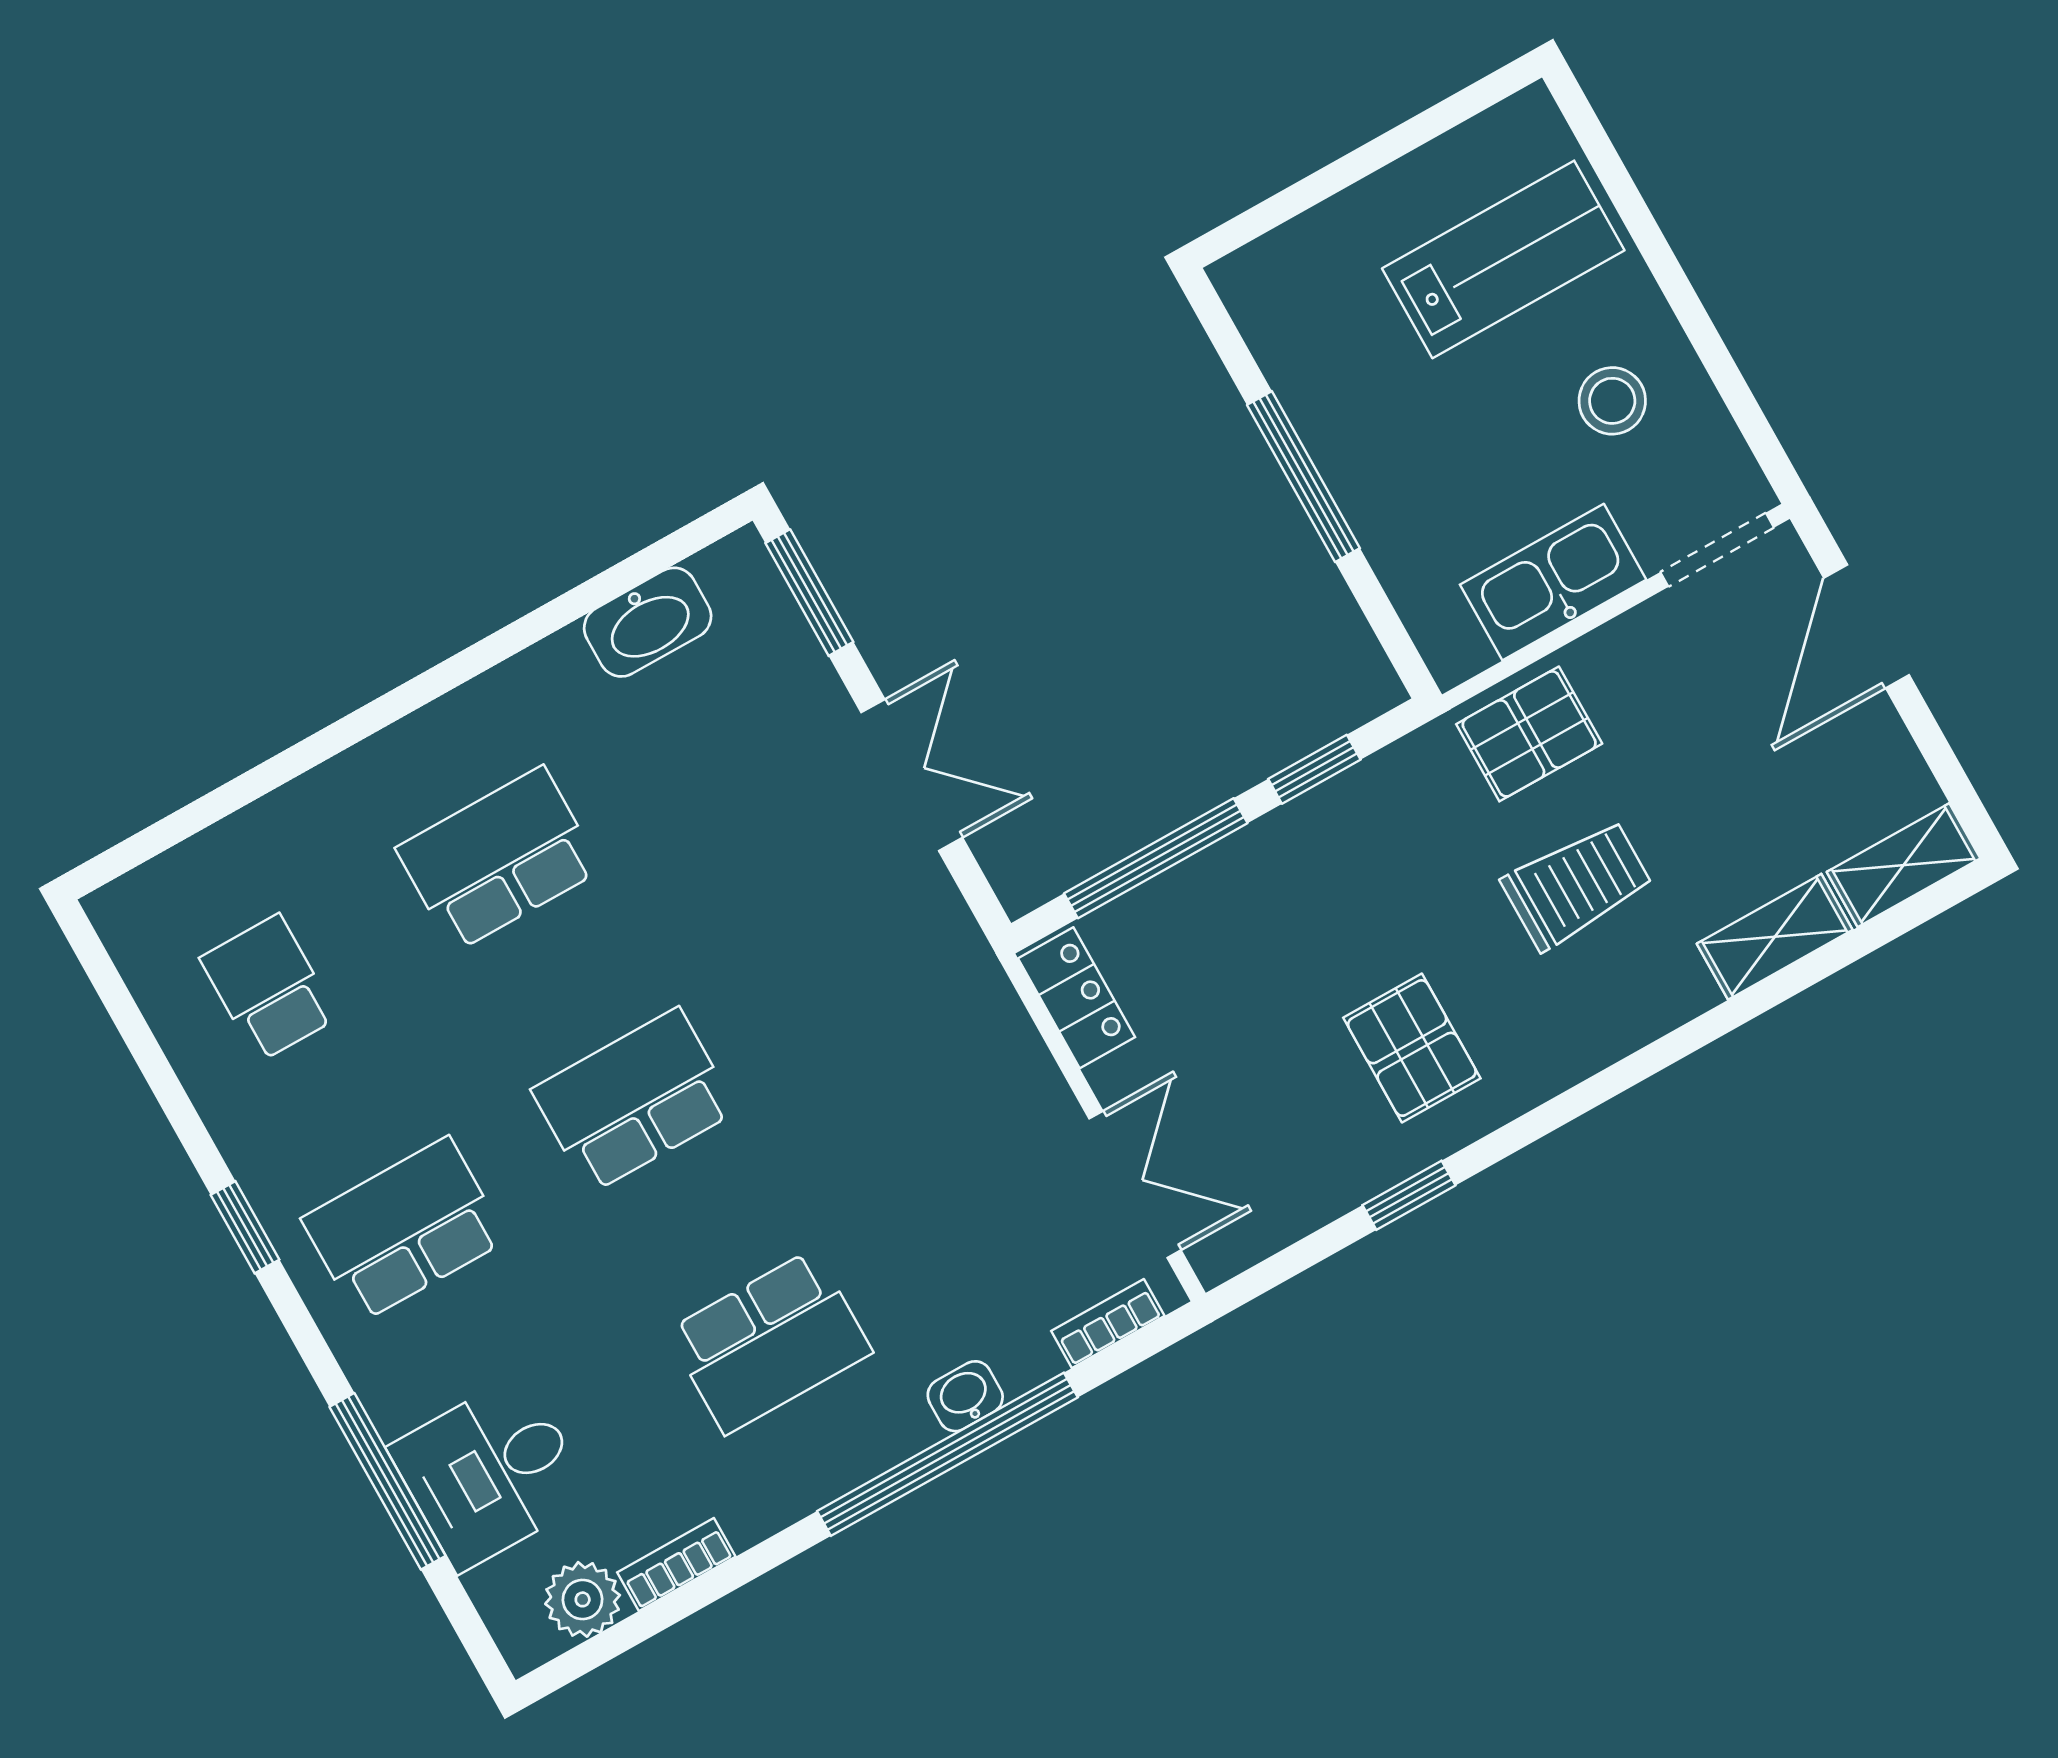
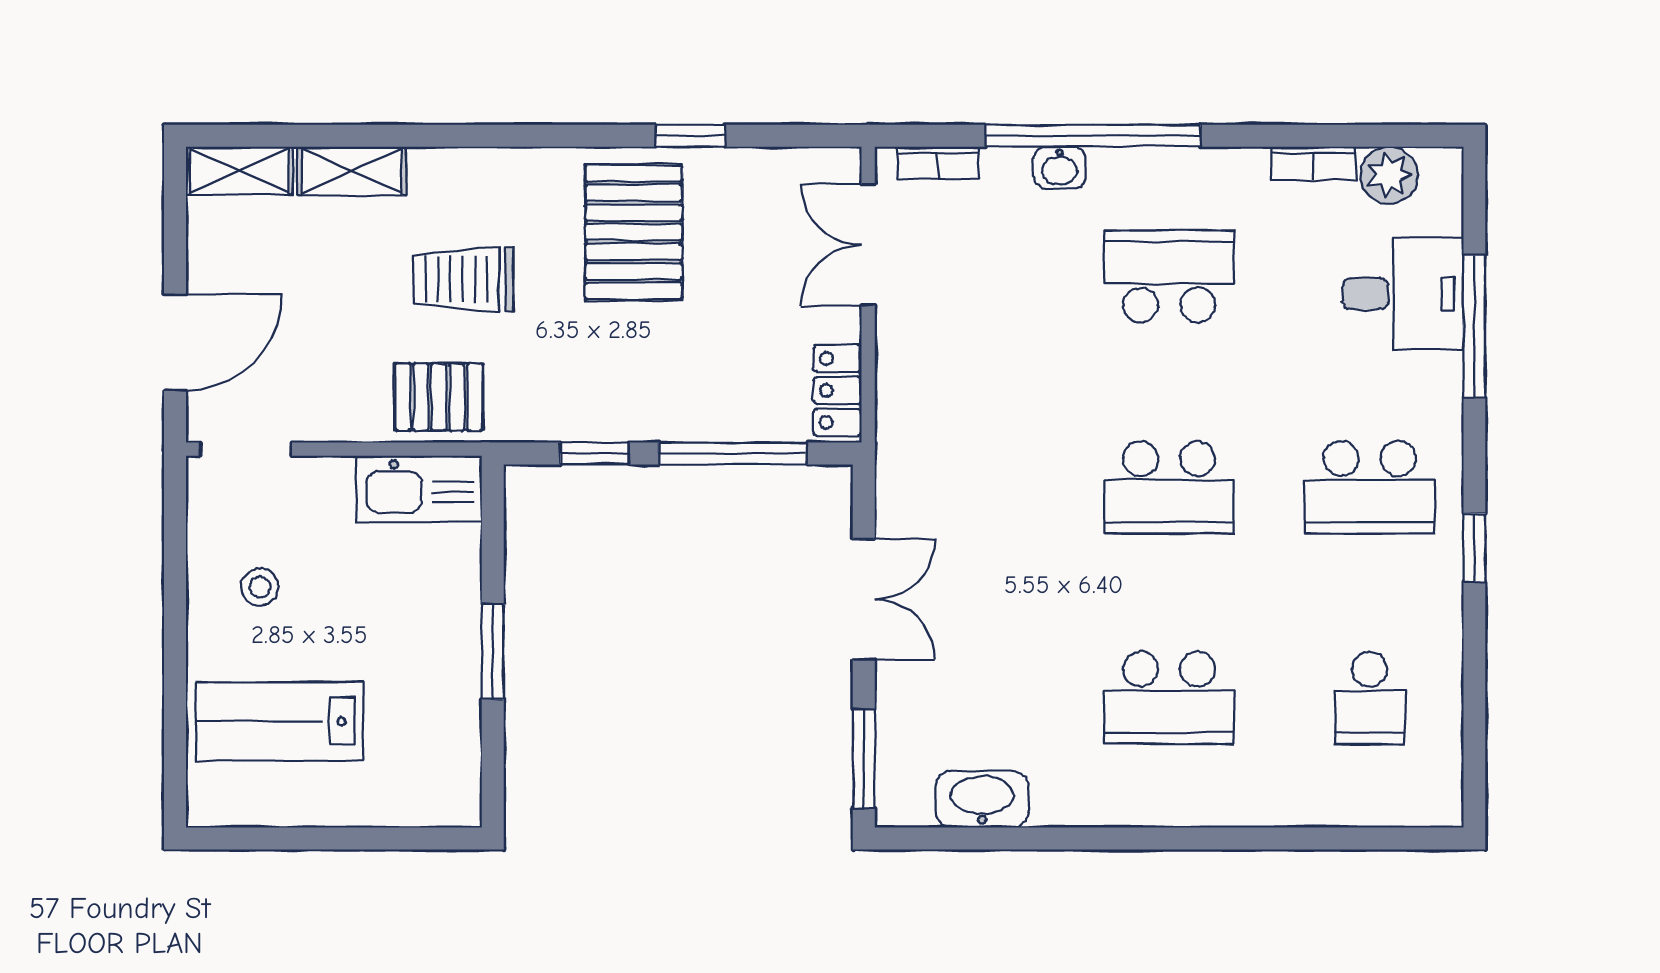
stool: (1612, 401) -> (260, 587), width x0.73, depth x0.73
window: (1303, 477) -> (493, 652), width x0.69
kitchen sink: (1553, 582) -> (419, 489), moved
double door: (912, 775) -> (864, 600), swing flipped
pallet: (1412, 1048) -> (634, 232), width x1.50, depth x1.42

